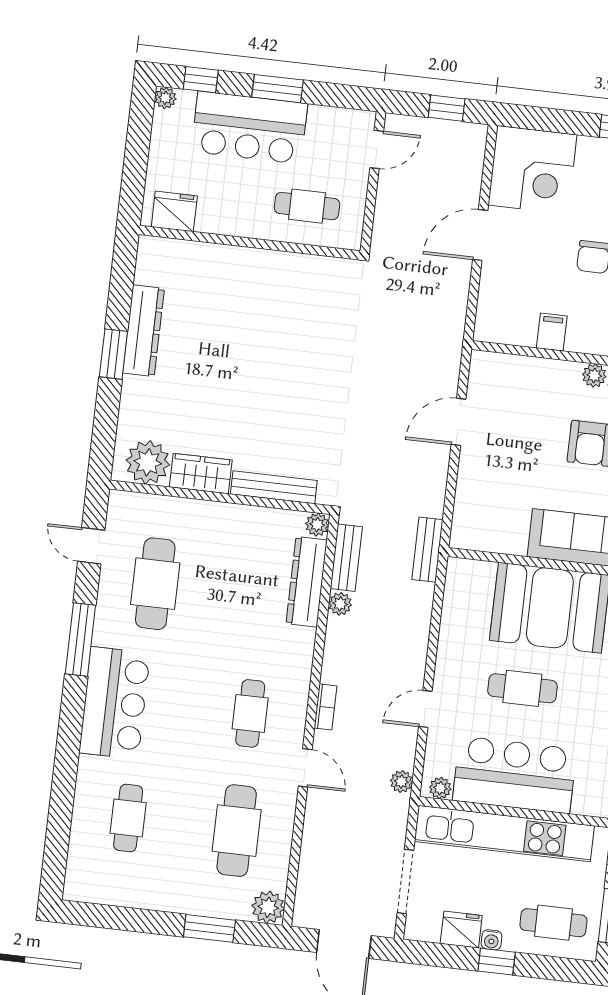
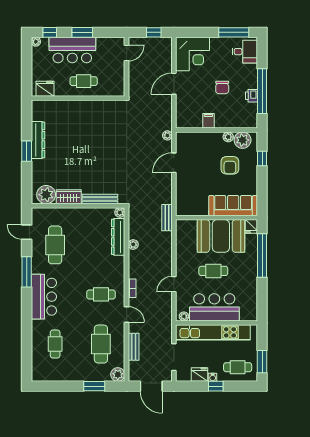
cafe table: (307, 206) -> (84, 81), moved
bench: (346, 558) -> (134, 347), moved
cafe table: (250, 713) -> (101, 294), turned 90
plant: (401, 782) -> (167, 135), moved

